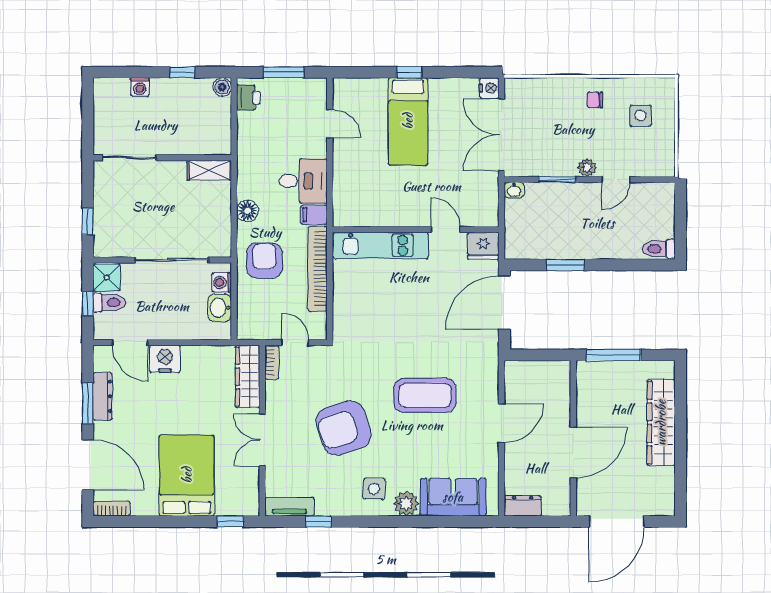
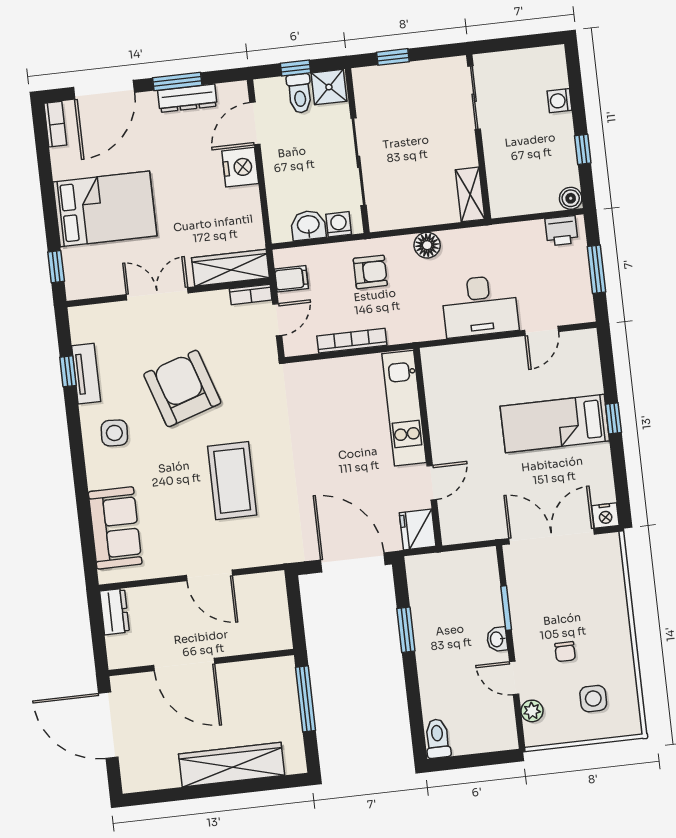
chair: (595, 100) -> (565, 652), moved, turned 180
plant: (587, 168) -> (532, 711), moved
desk: (303, 181) -> (480, 306), width x1.37
washbasin: (514, 190) -> (497, 639), moved
filing cabinet: (314, 215) -> (291, 279), moved, turned 90
armchair: (264, 261) -> (370, 272), width x0.72, depth x0.72
bookcase: (318, 269) -> (352, 341), width x0.68, depth x0.76
plant: (406, 504) -> (101, 473), removed
tv unit: (290, 507) -> (86, 374), moved

